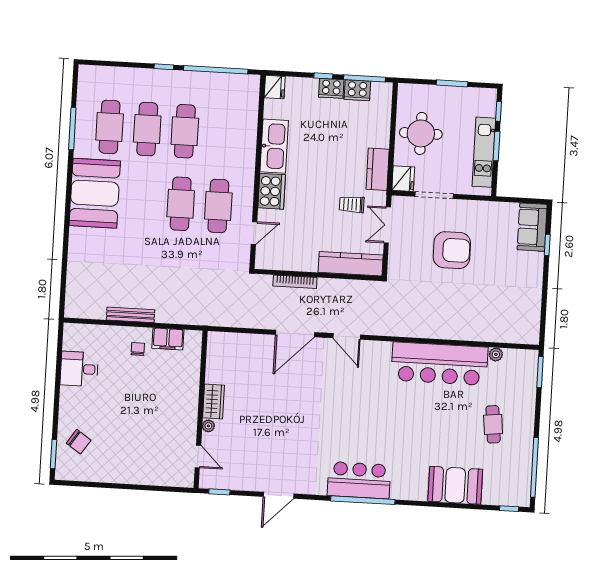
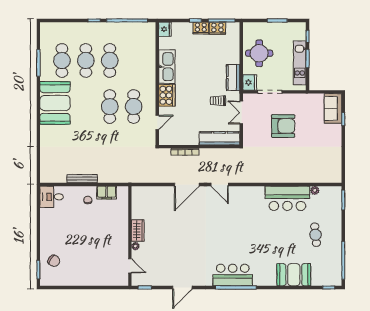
bar counter: (439, 364) -> (287, 198), width x0.73
desk: (79, 369) -> (52, 197), moved

